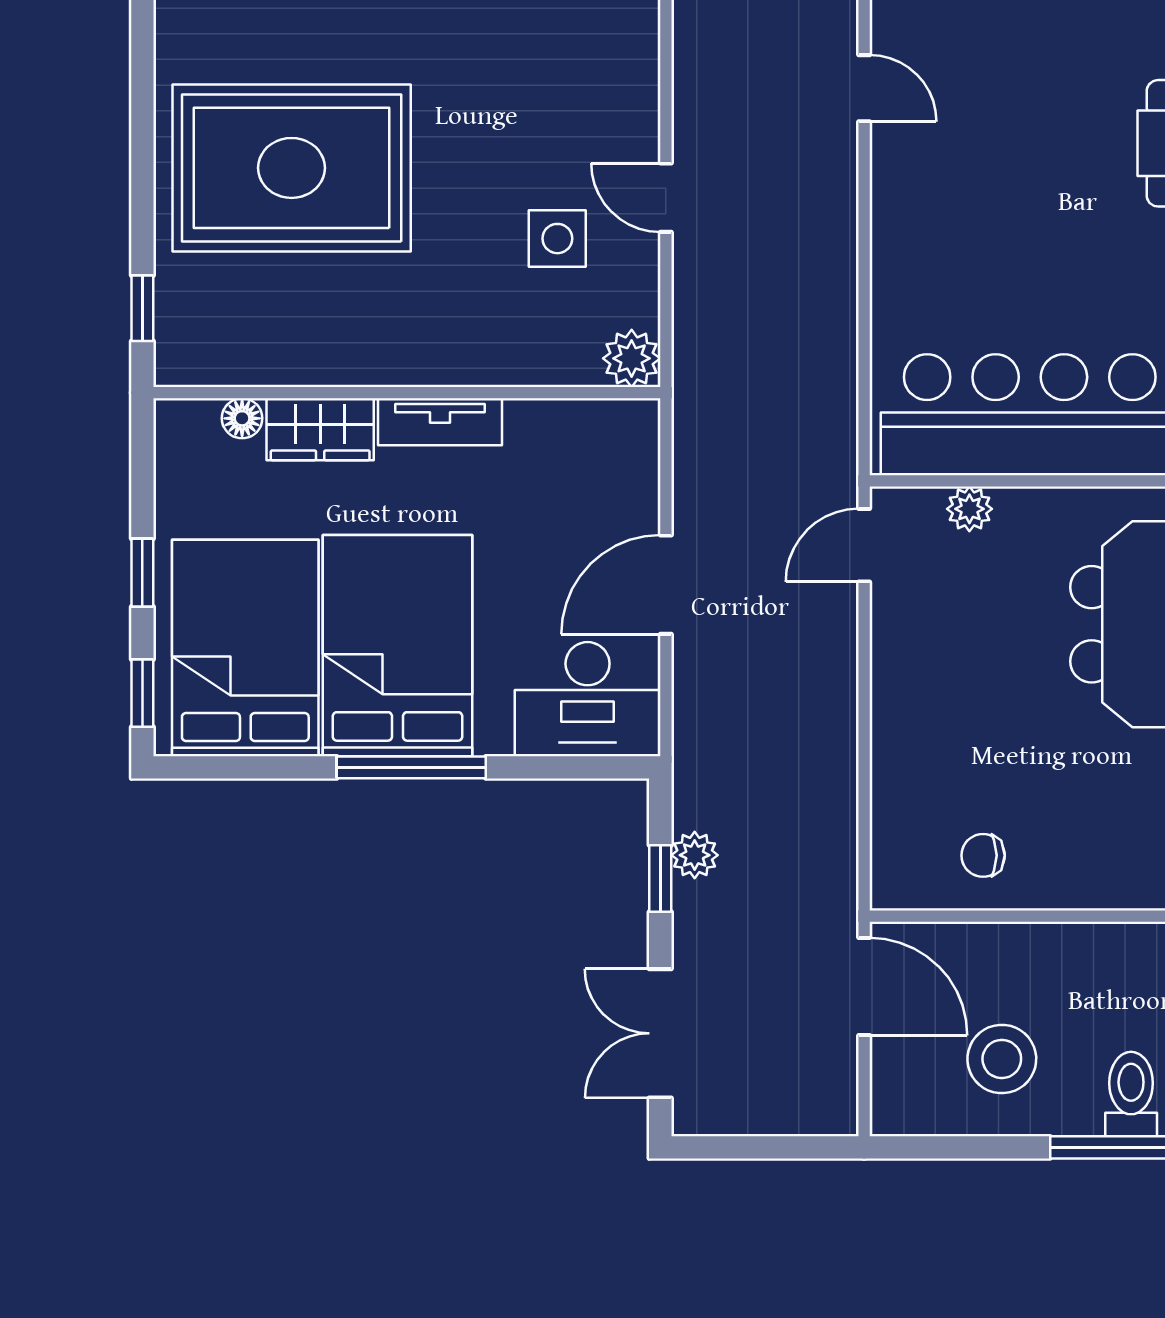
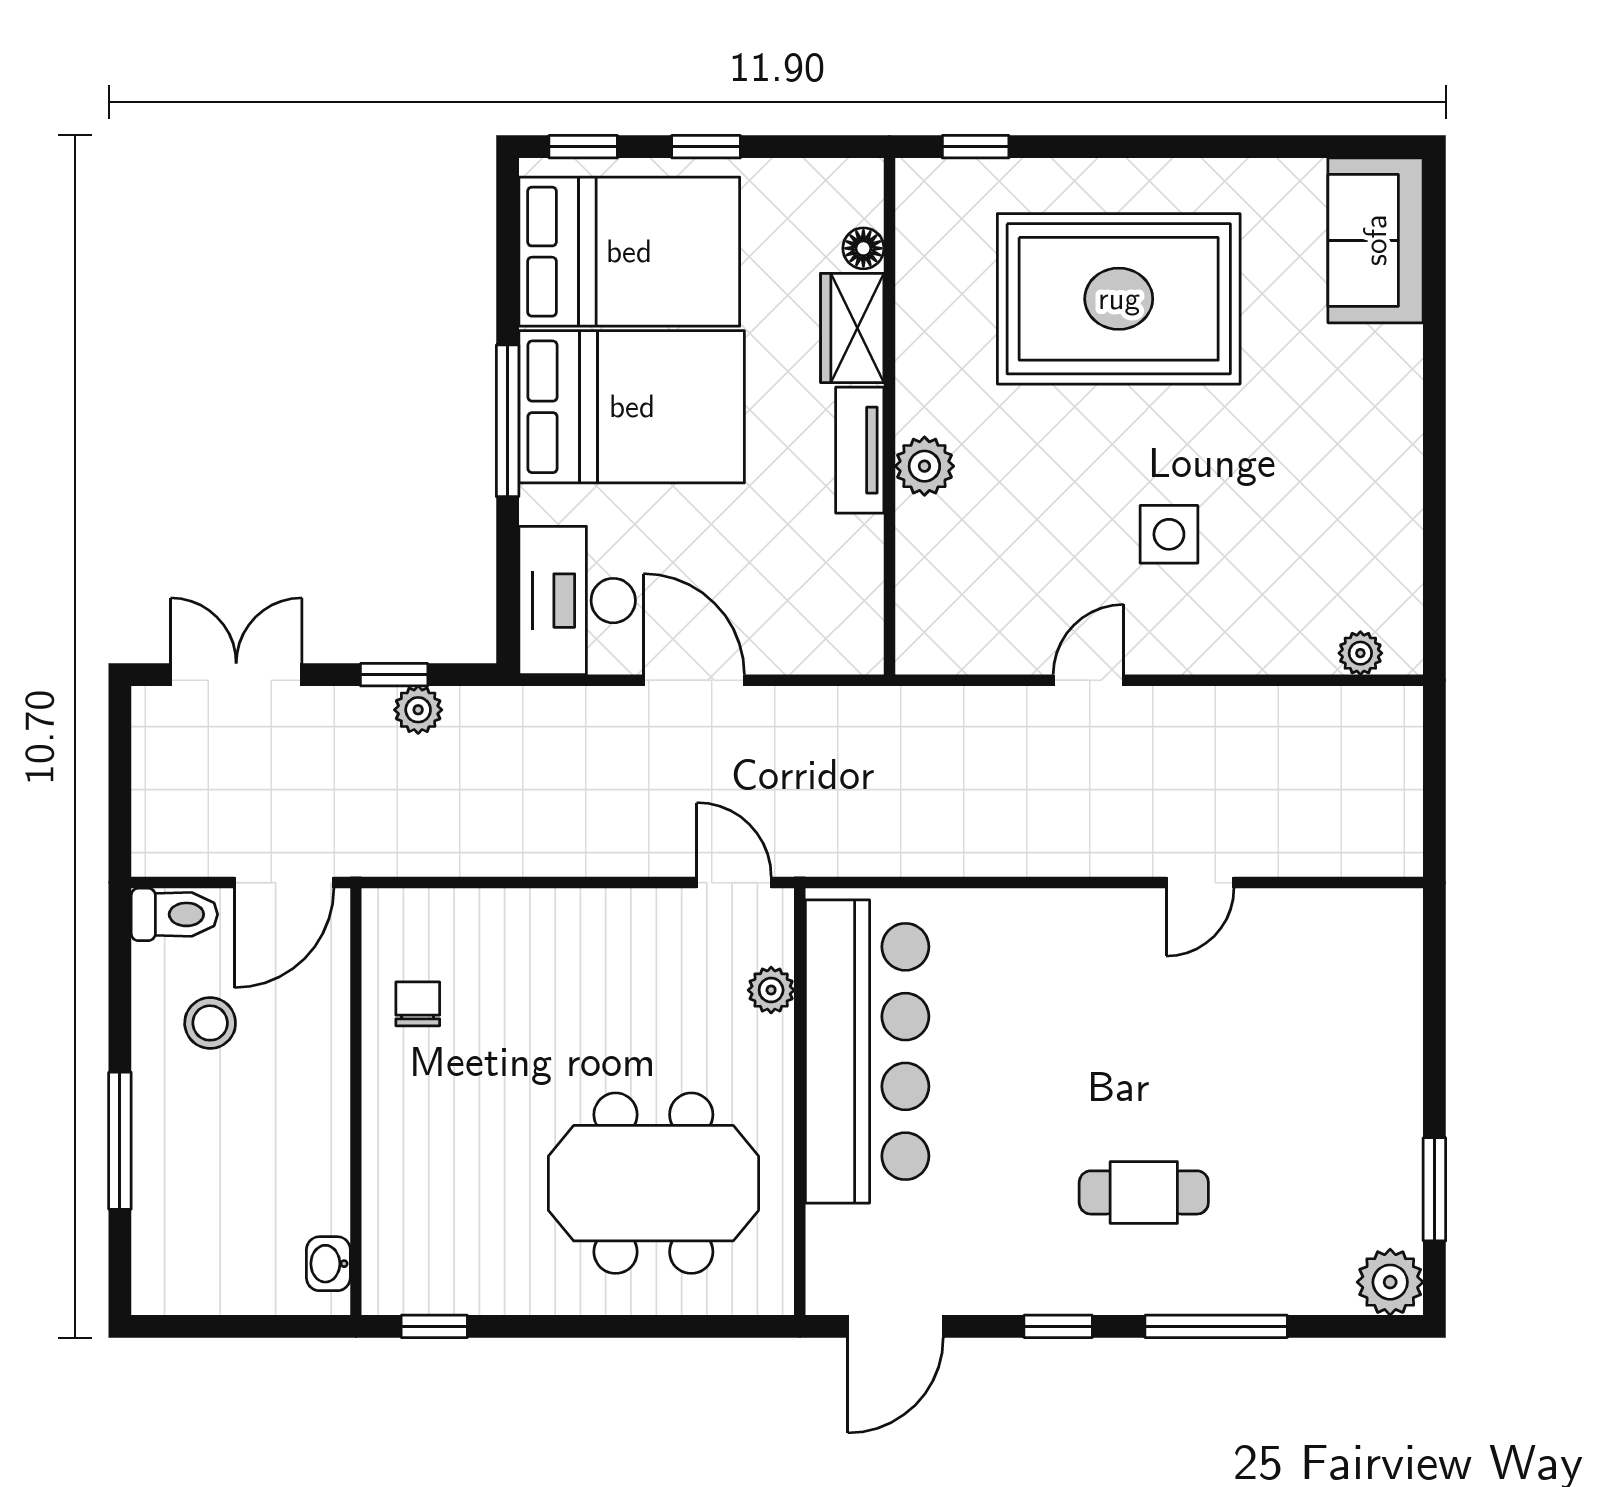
rug: (292, 168) -> (1119, 299), turned 90
side table: (557, 239) -> (1169, 534), moved
plant: (632, 358) -> (924, 466), moved
stool: (1002, 1059) -> (210, 1023), width x0.73, depth x0.73
toilet: (1131, 1094) -> (174, 914), moved

